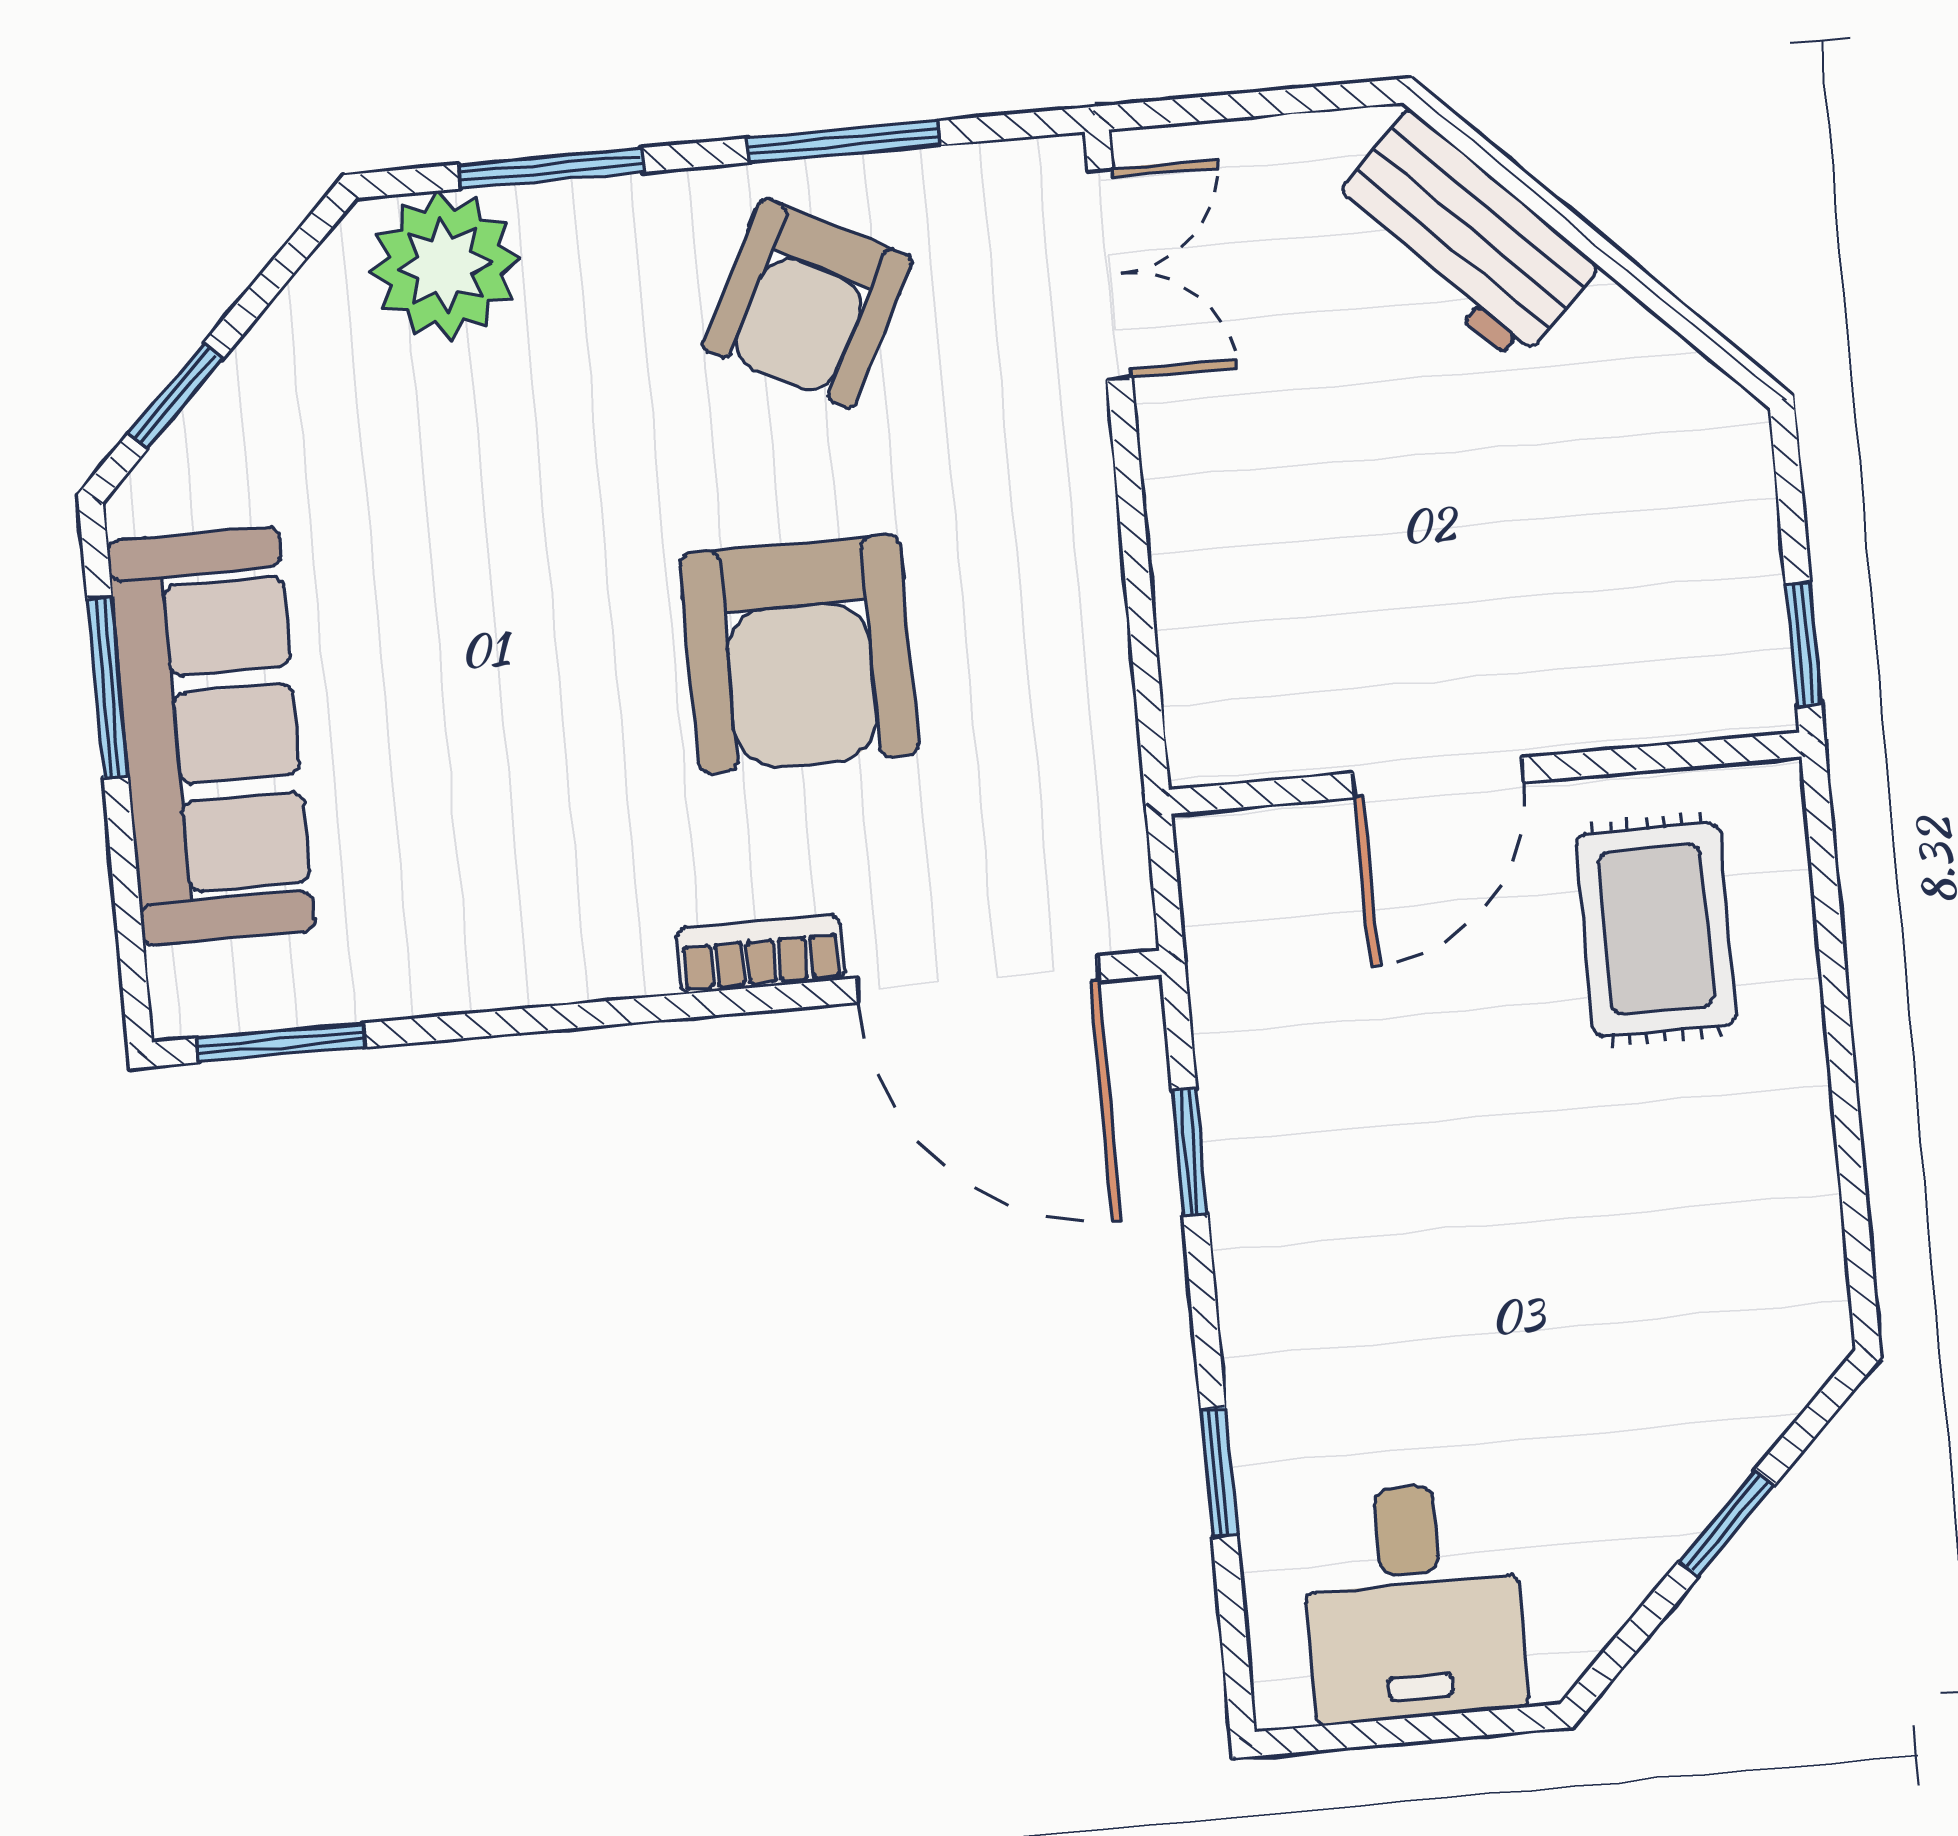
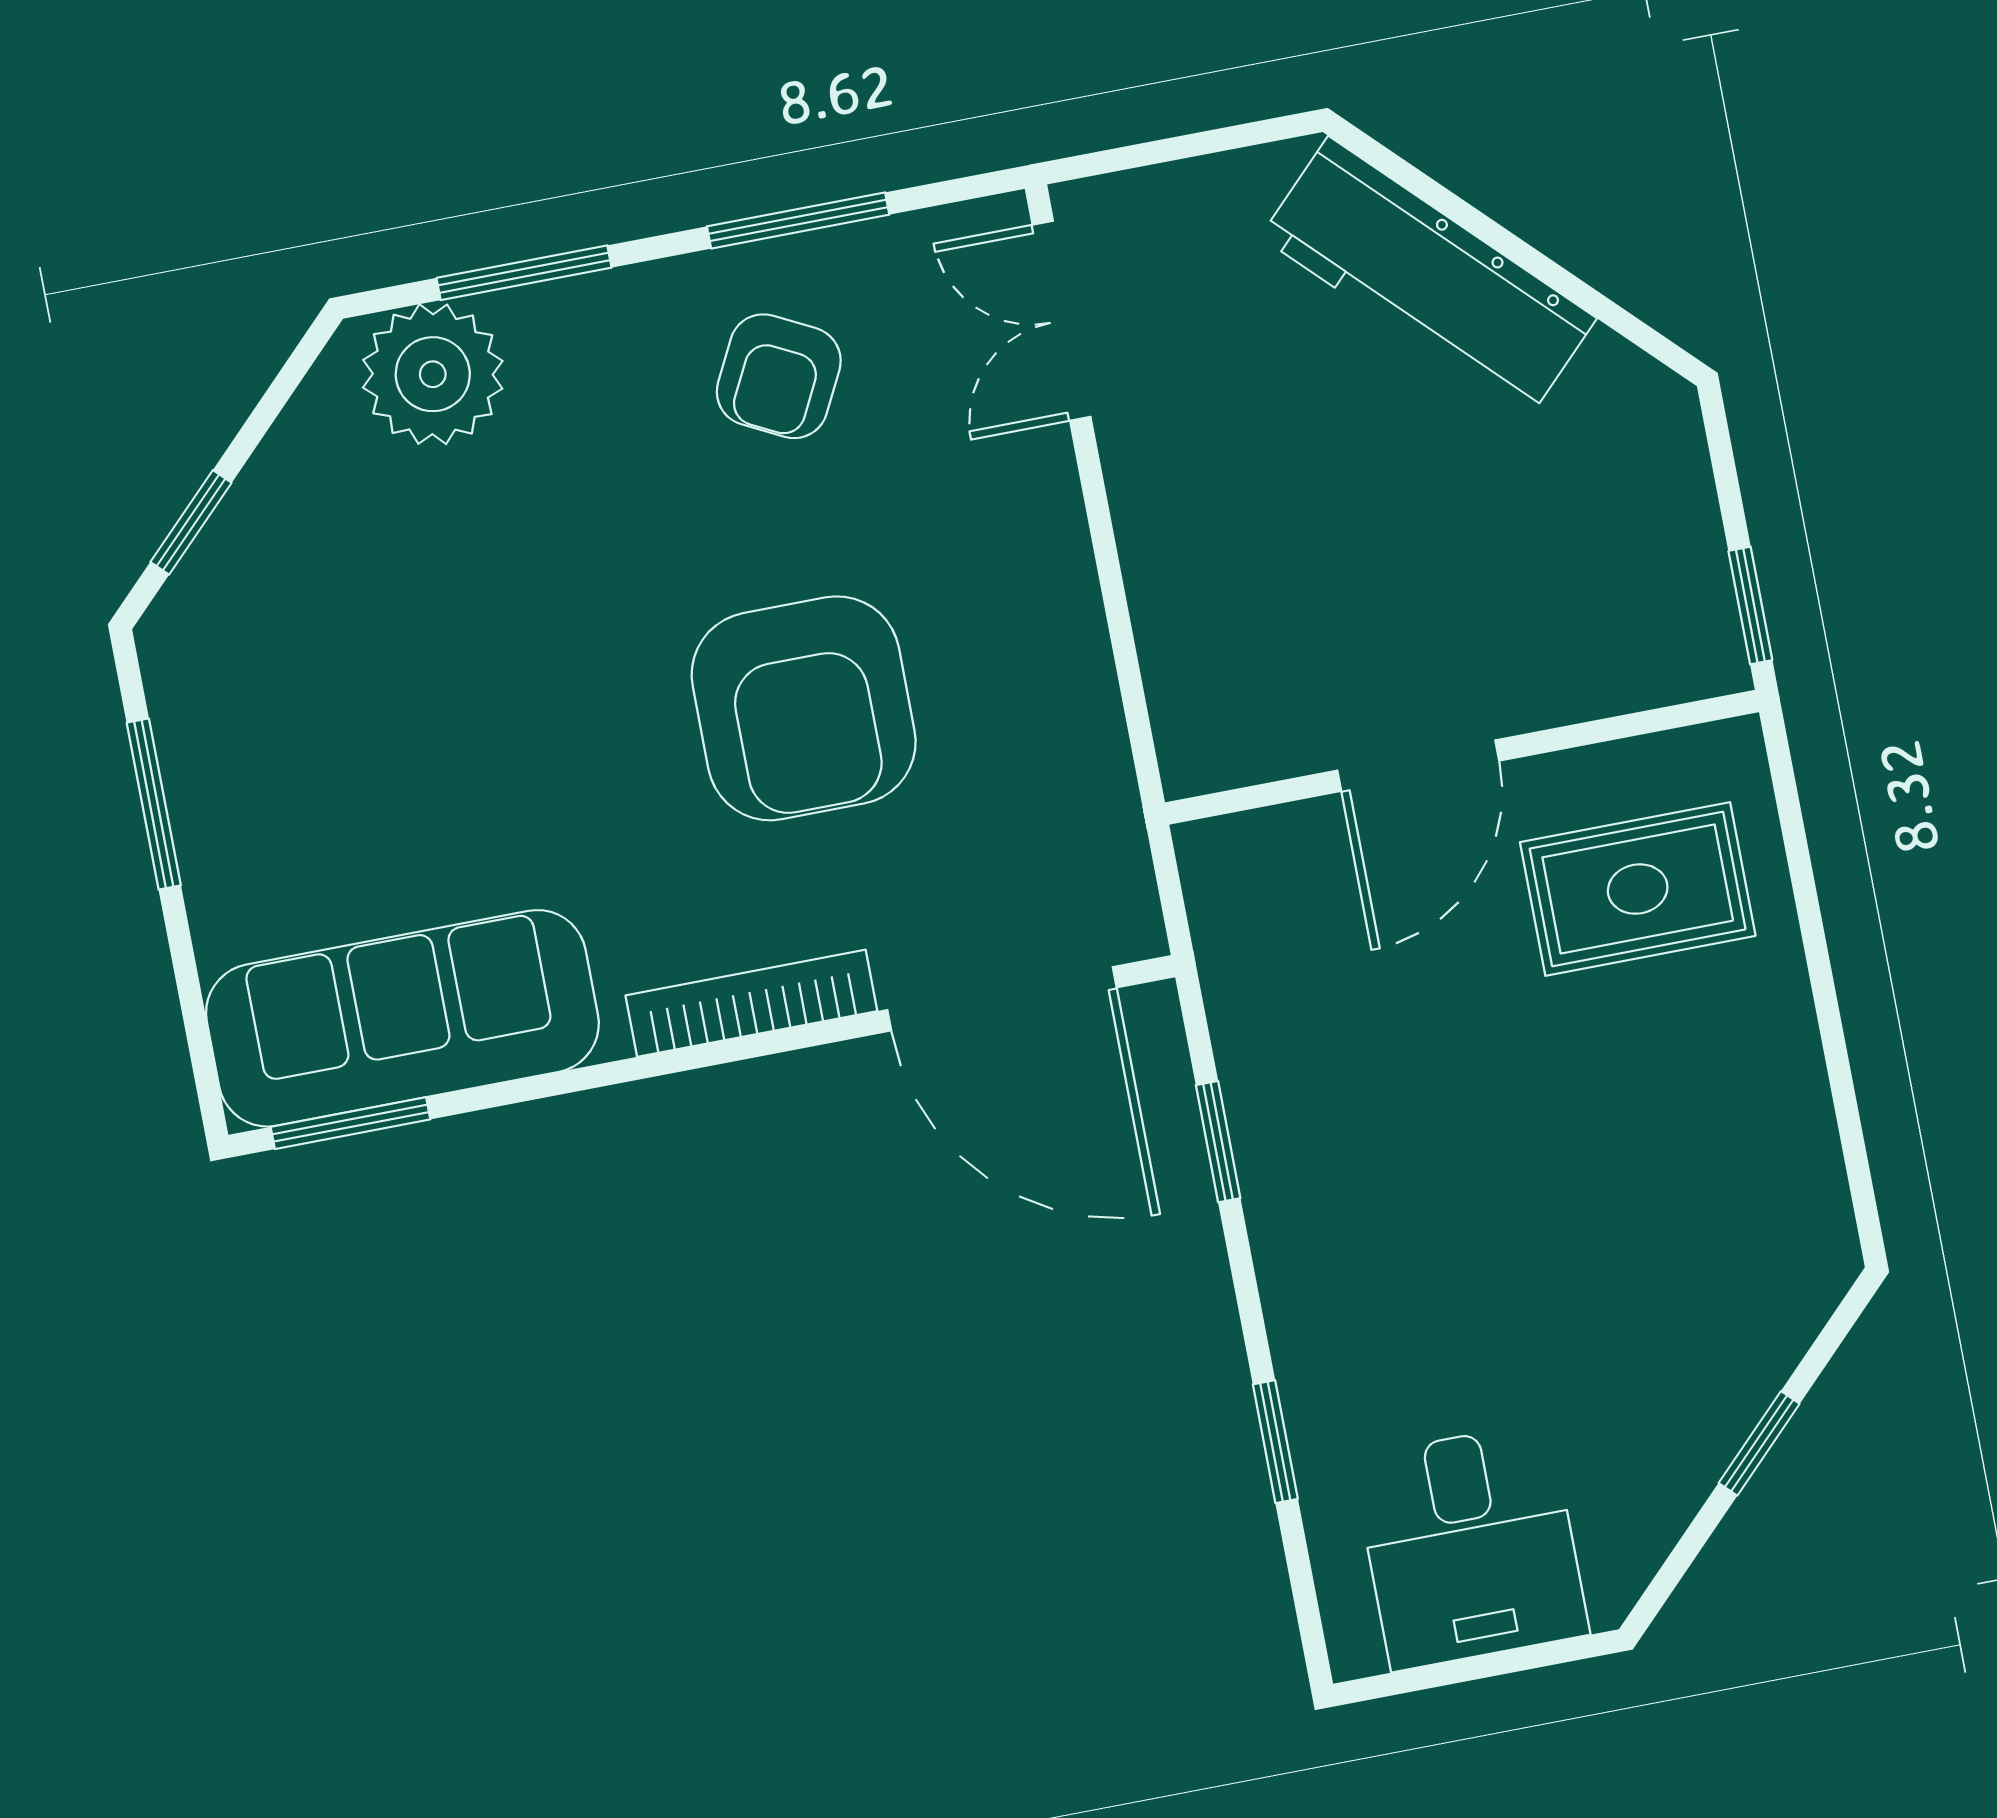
workbench: (1463, 236) -> (1428, 278), width x1.38
double door: (1110, 274) -> (1061, 321), swing flipped
armchair: (807, 303) -> (779, 376), width x0.72, depth x0.72
sofa: (211, 736) -> (402, 1018), moved, turned -90
rug: (1656, 930) -> (1638, 889), turned 90
bookcase: (761, 954) -> (751, 1003), width x1.56

